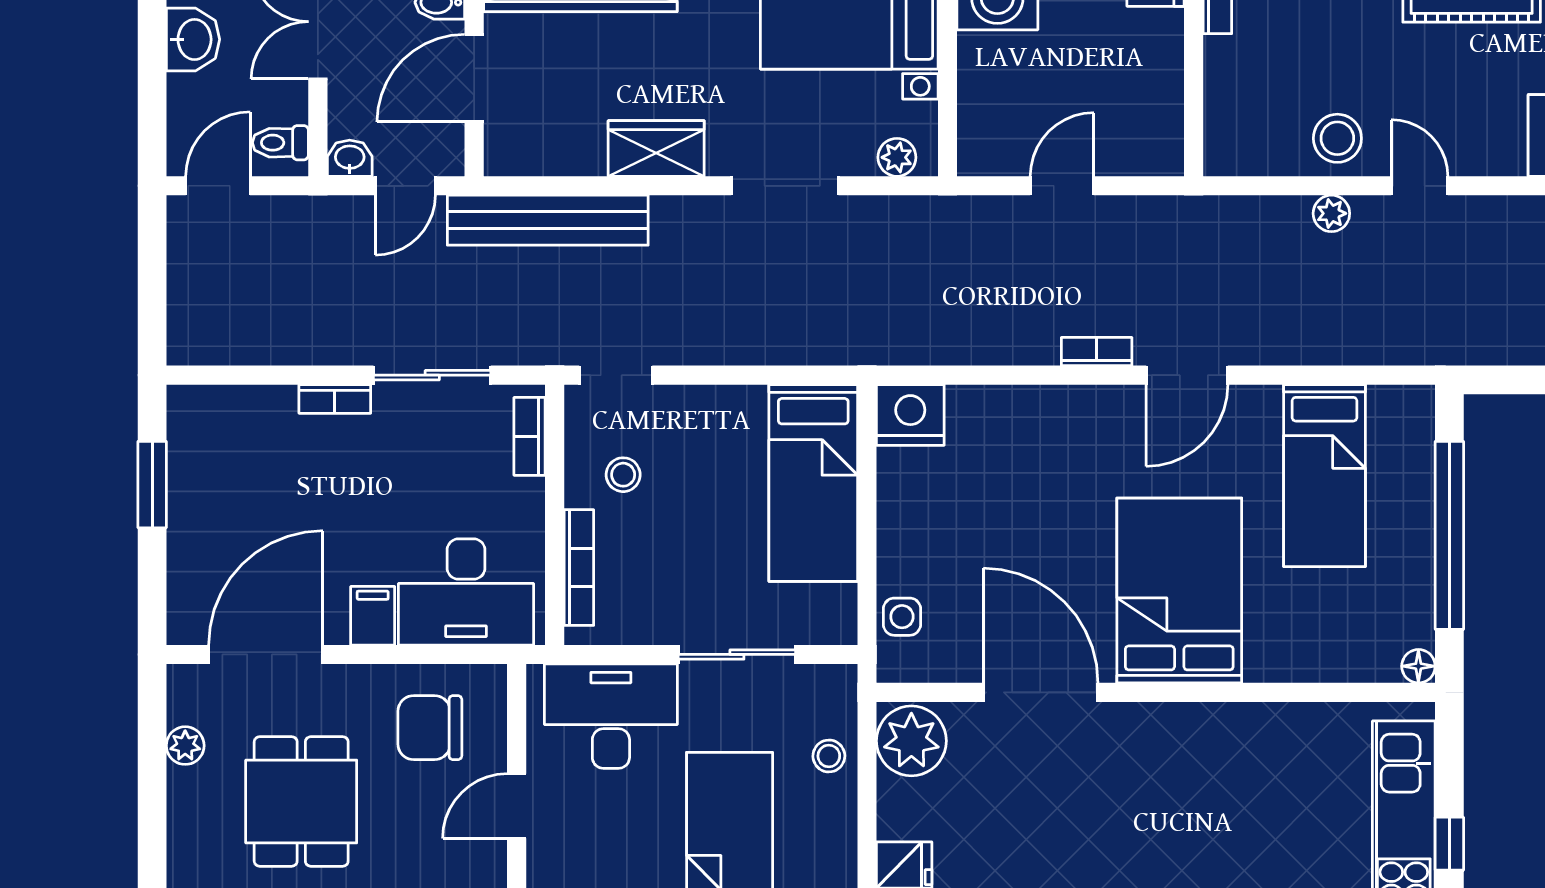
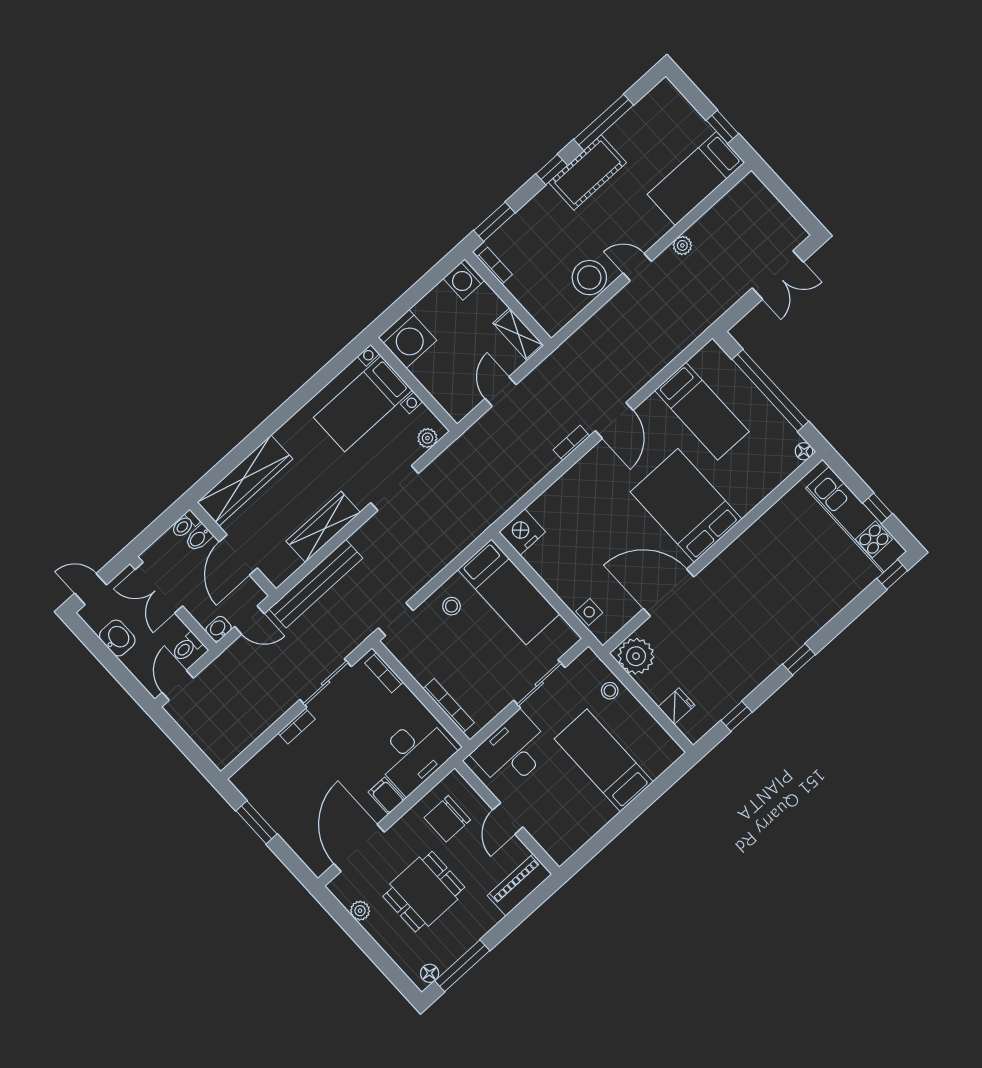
shelving: (1162, 127) -> (518, 334), added
stool: (1337, 138) -> (589, 278), width x1.38, depth x1.38
wardrobe: (656, 148) -> (323, 527), width x1.50
door: (405, 186) -> (249, 620), hinge flipped
plant: (1331, 213) -> (682, 245), moved
stool: (623, 475) -> (452, 606), moved
dining table: (301, 801) -> (424, 892), turned 90

